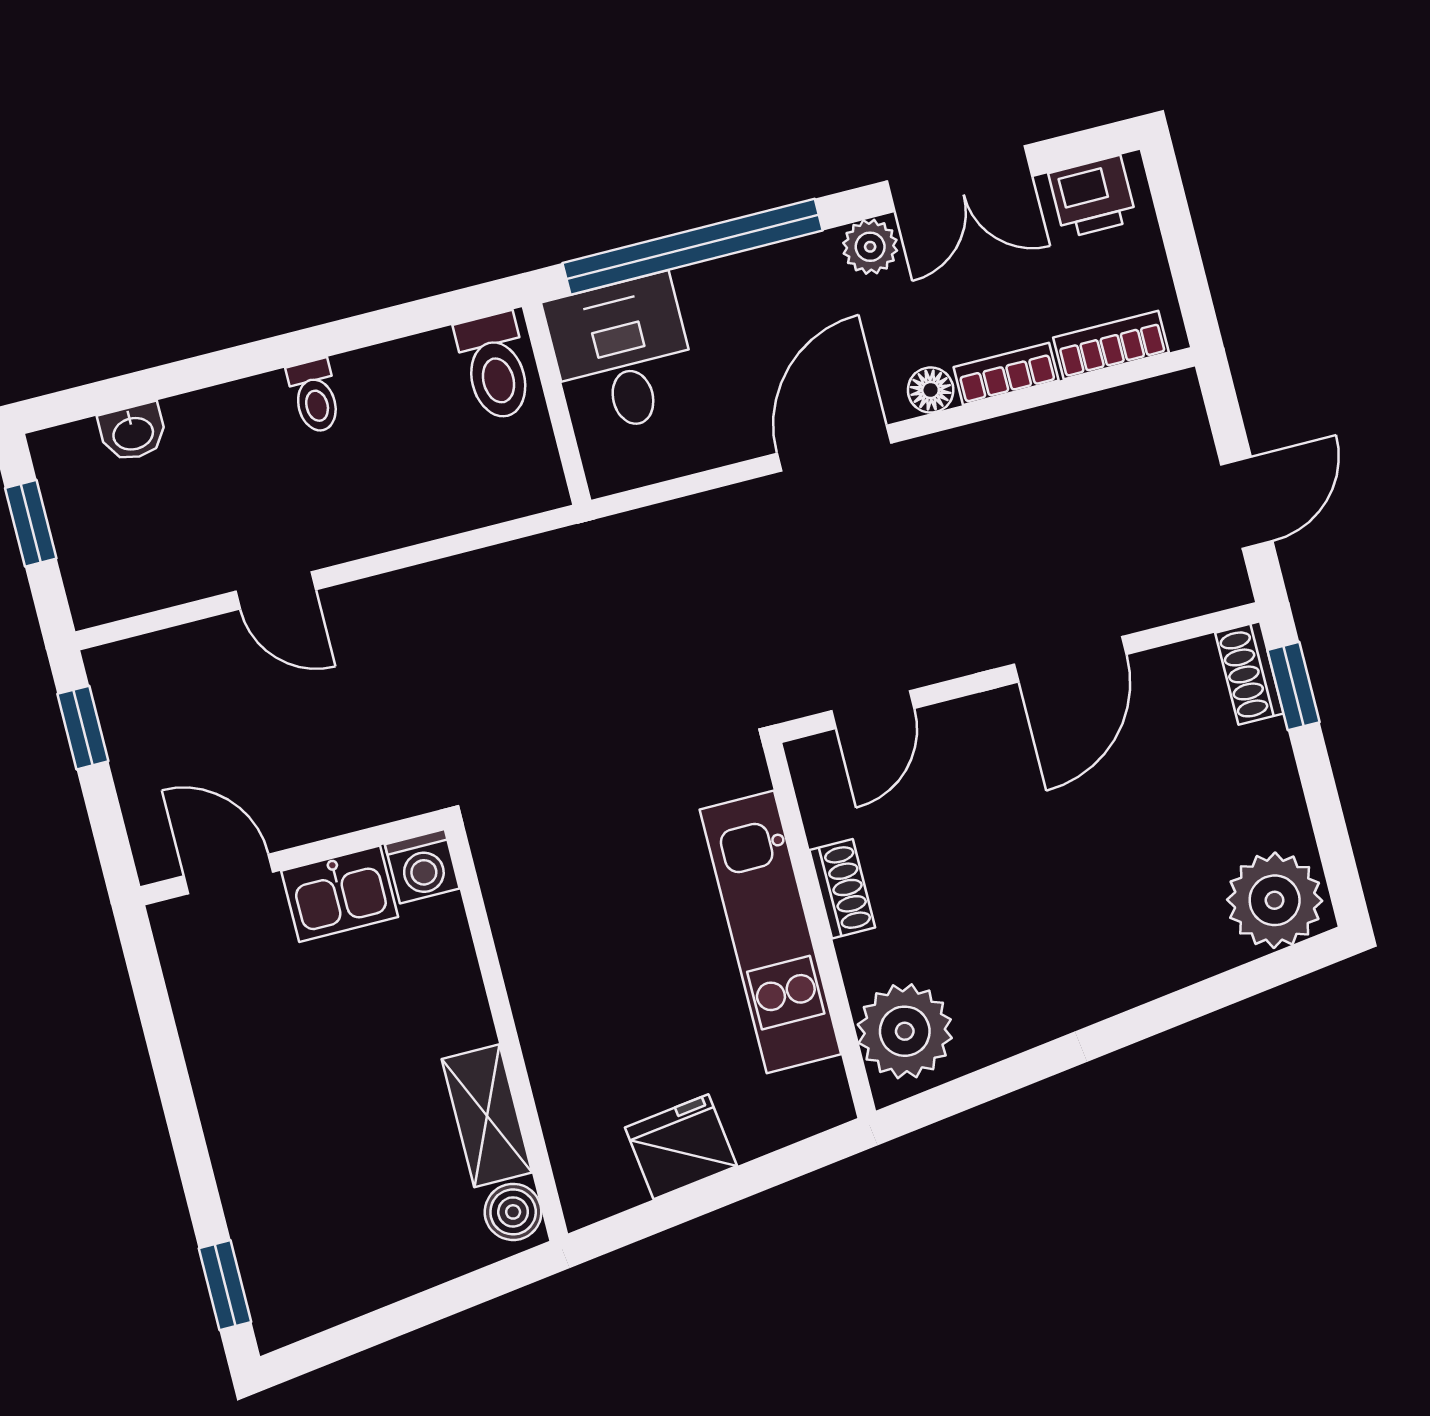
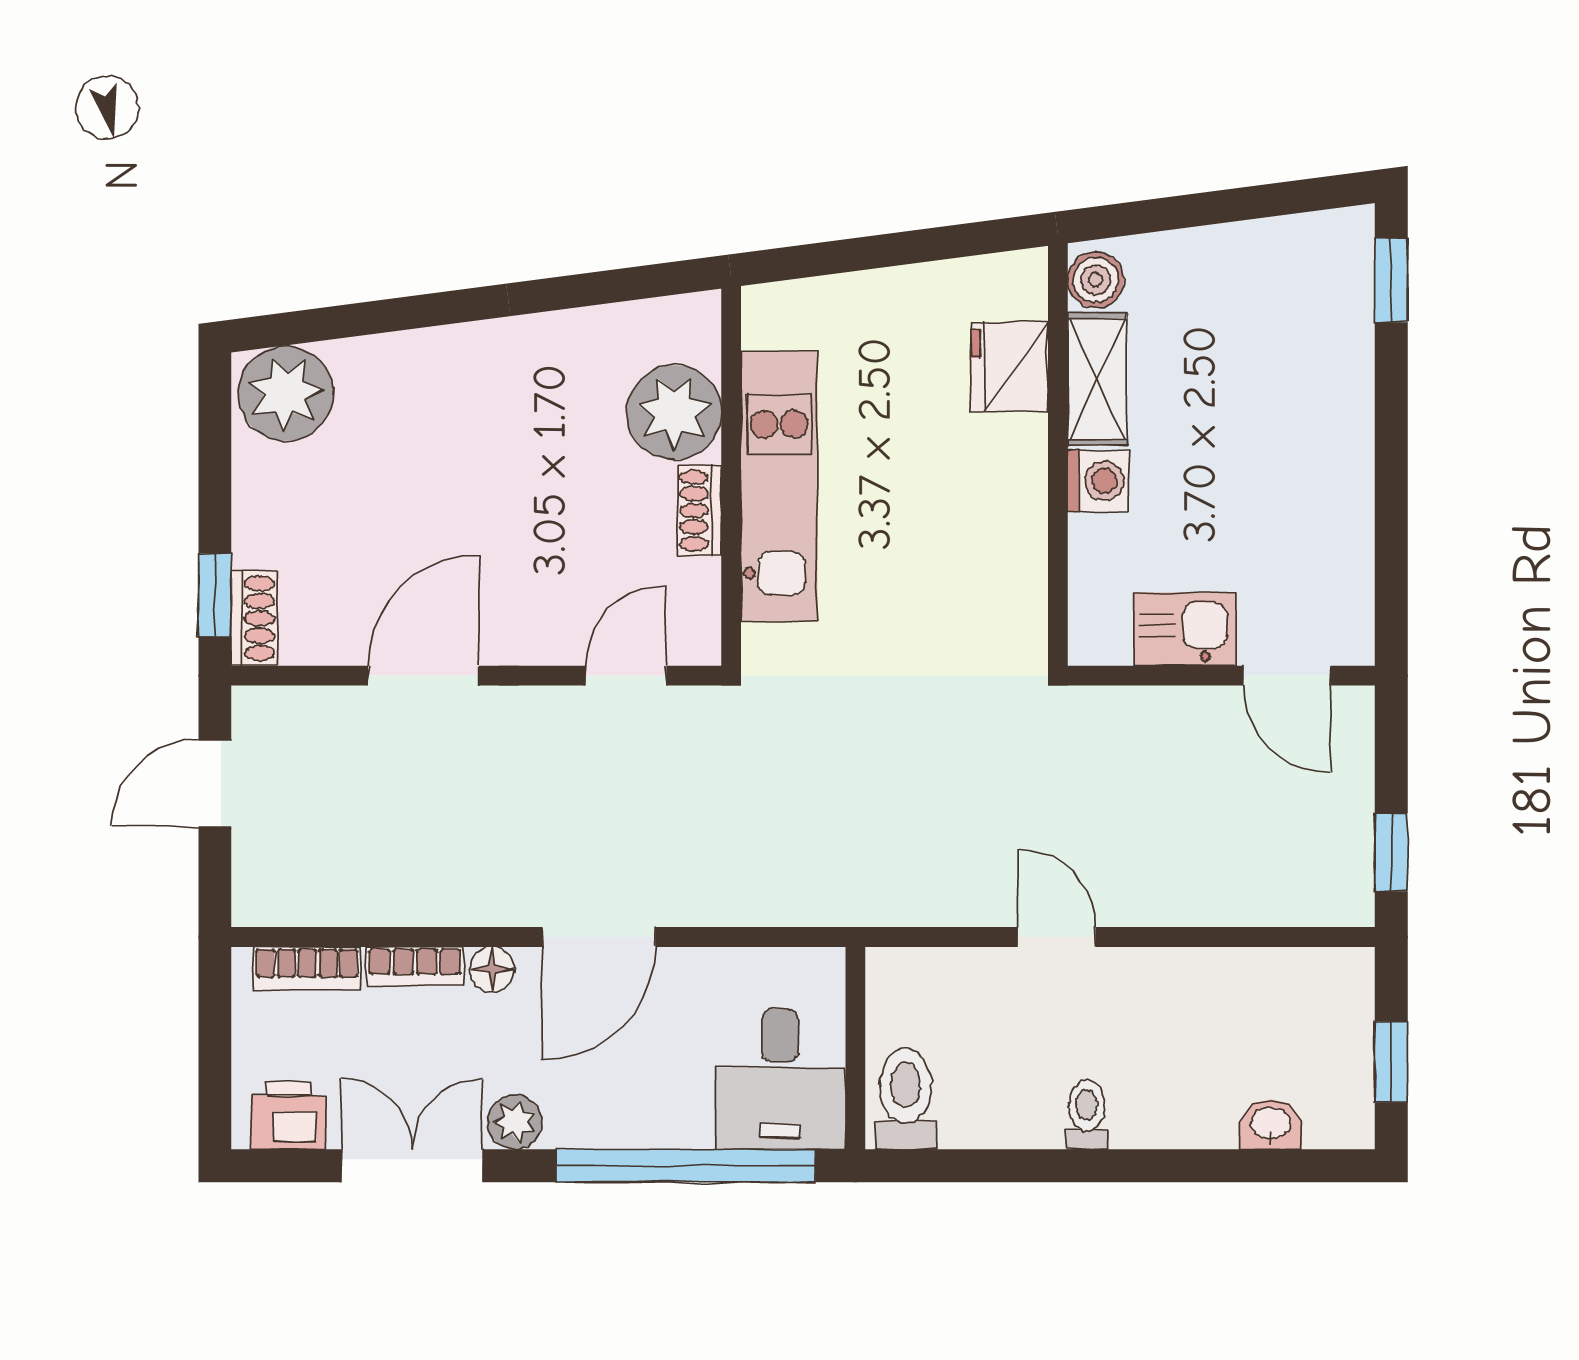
door: (276, 590) -> (1057, 937), moved
washing machine: (422, 866) -> (1098, 481), moved, turned 90
plant: (905, 1031) -> (674, 412), moved
fridge: (681, 1147) -> (1010, 367), moved, turned 97

